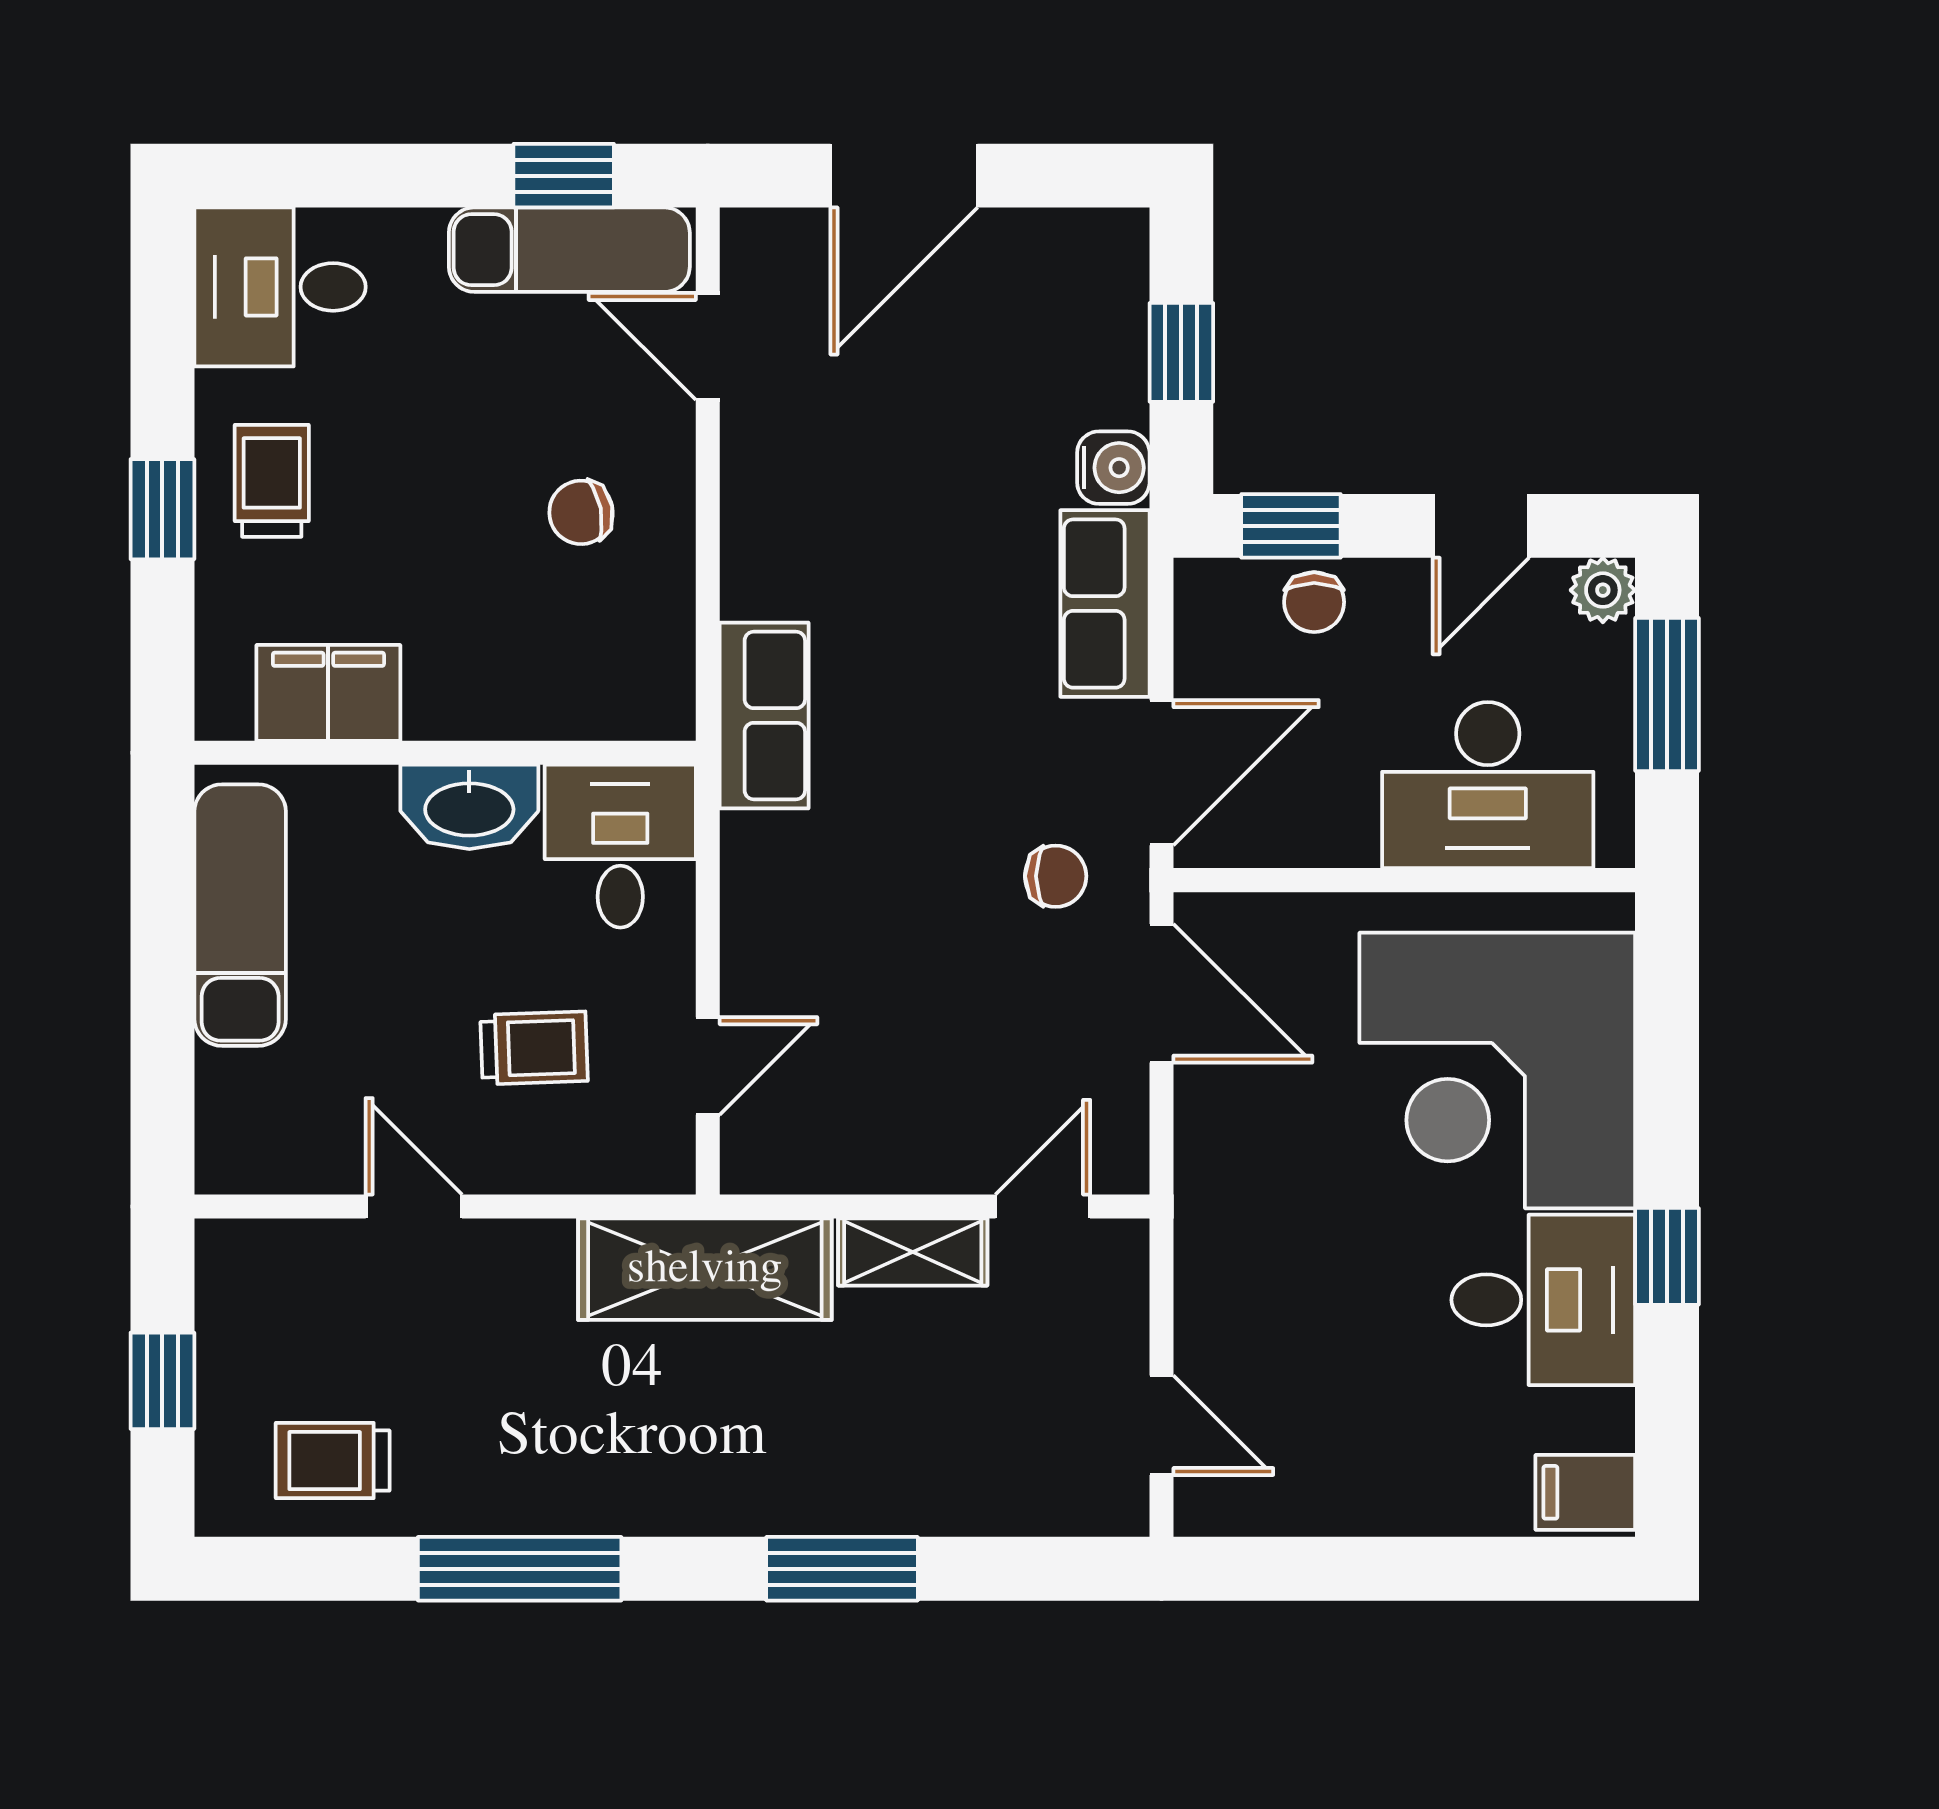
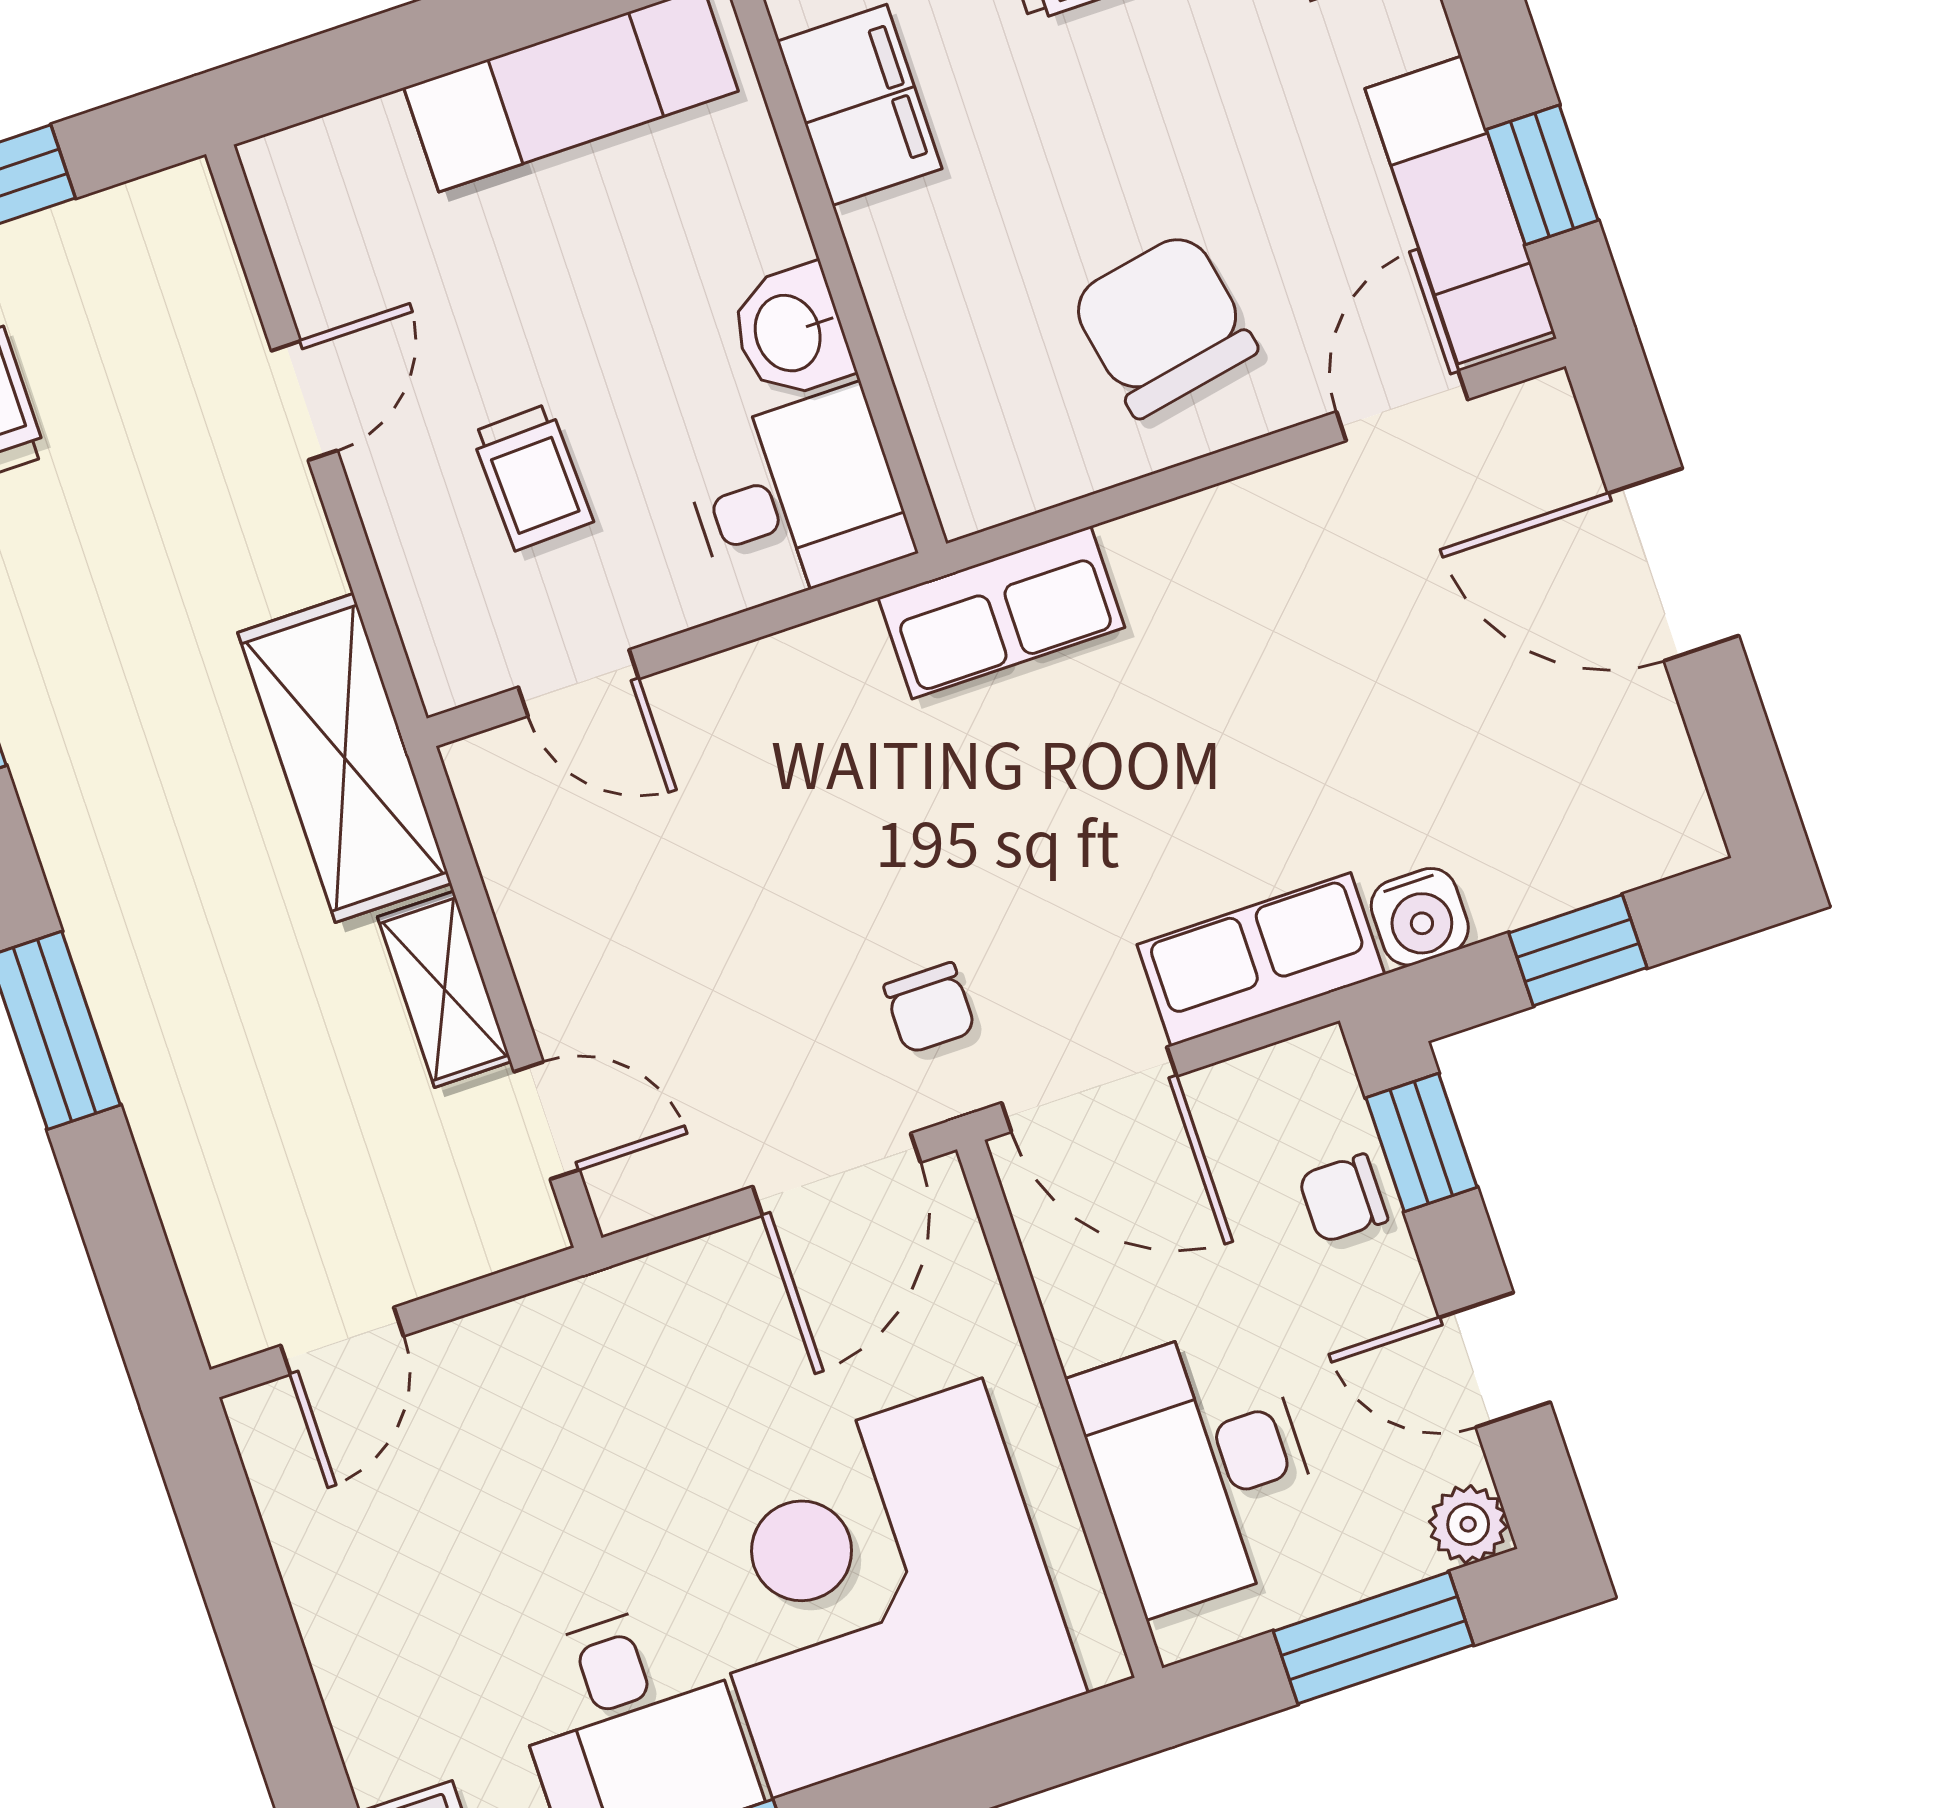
chair: (581, 512) -> (1163, 325), width x1.87, depth x1.87
washbasin: (469, 807) -> (791, 332), width x0.72

